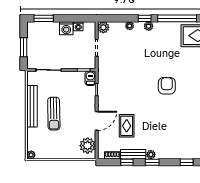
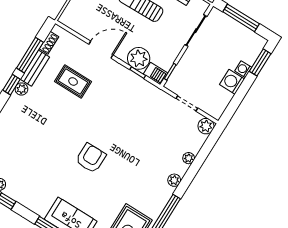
window: (145, 18) -> (186, 181), removed
washing machine: (78, 26) -> (243, 69), moved
window: (24, 47) -> (241, 18), width x1.44
armchair: (167, 86) -> (91, 158), turned -90
door: (97, 121) -> (101, 50), swing flipped
plant: (88, 146) -> (139, 58), moved
window: (127, 162) -> (30, 55), width x2.17

